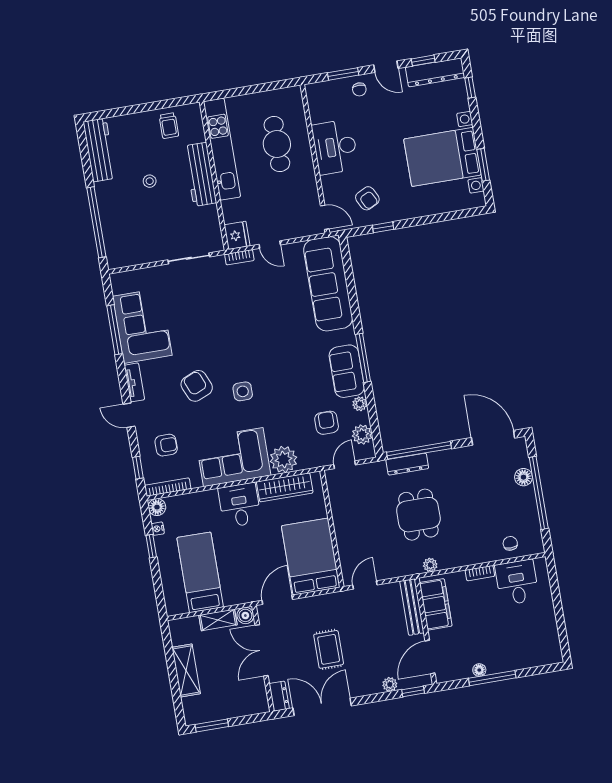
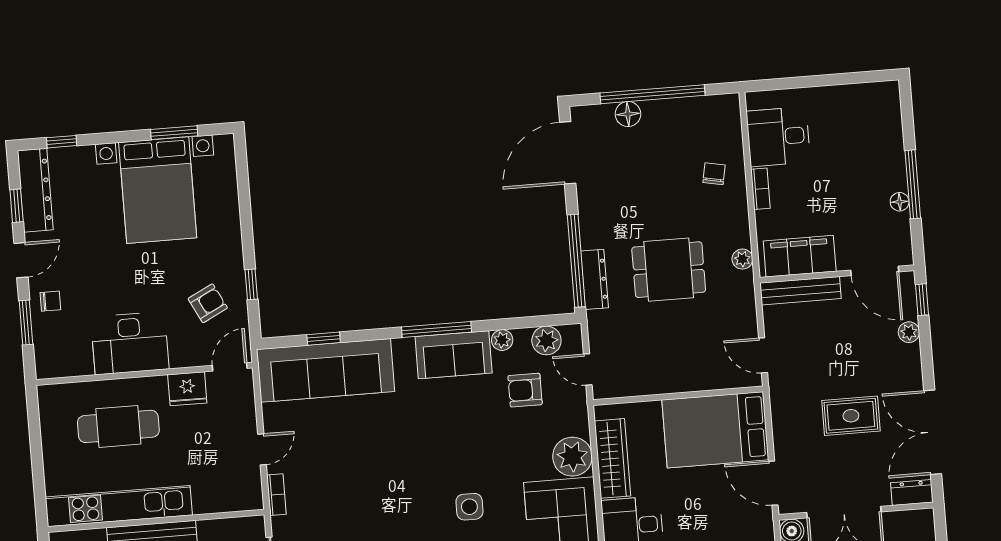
fridge: (237, 235) -> (187, 389), moved, turned 180
window: (350, 280) -> (324, 339), added
chair: (510, 543) -> (714, 174), moved, turned 101

